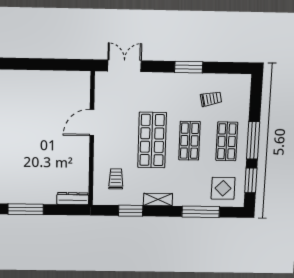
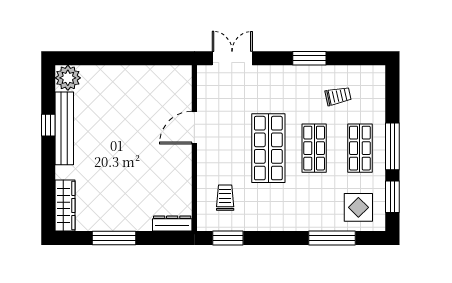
shelving: (158, 200) -> (278, 223), removed
window: (131, 211) -> (228, 238), moved

